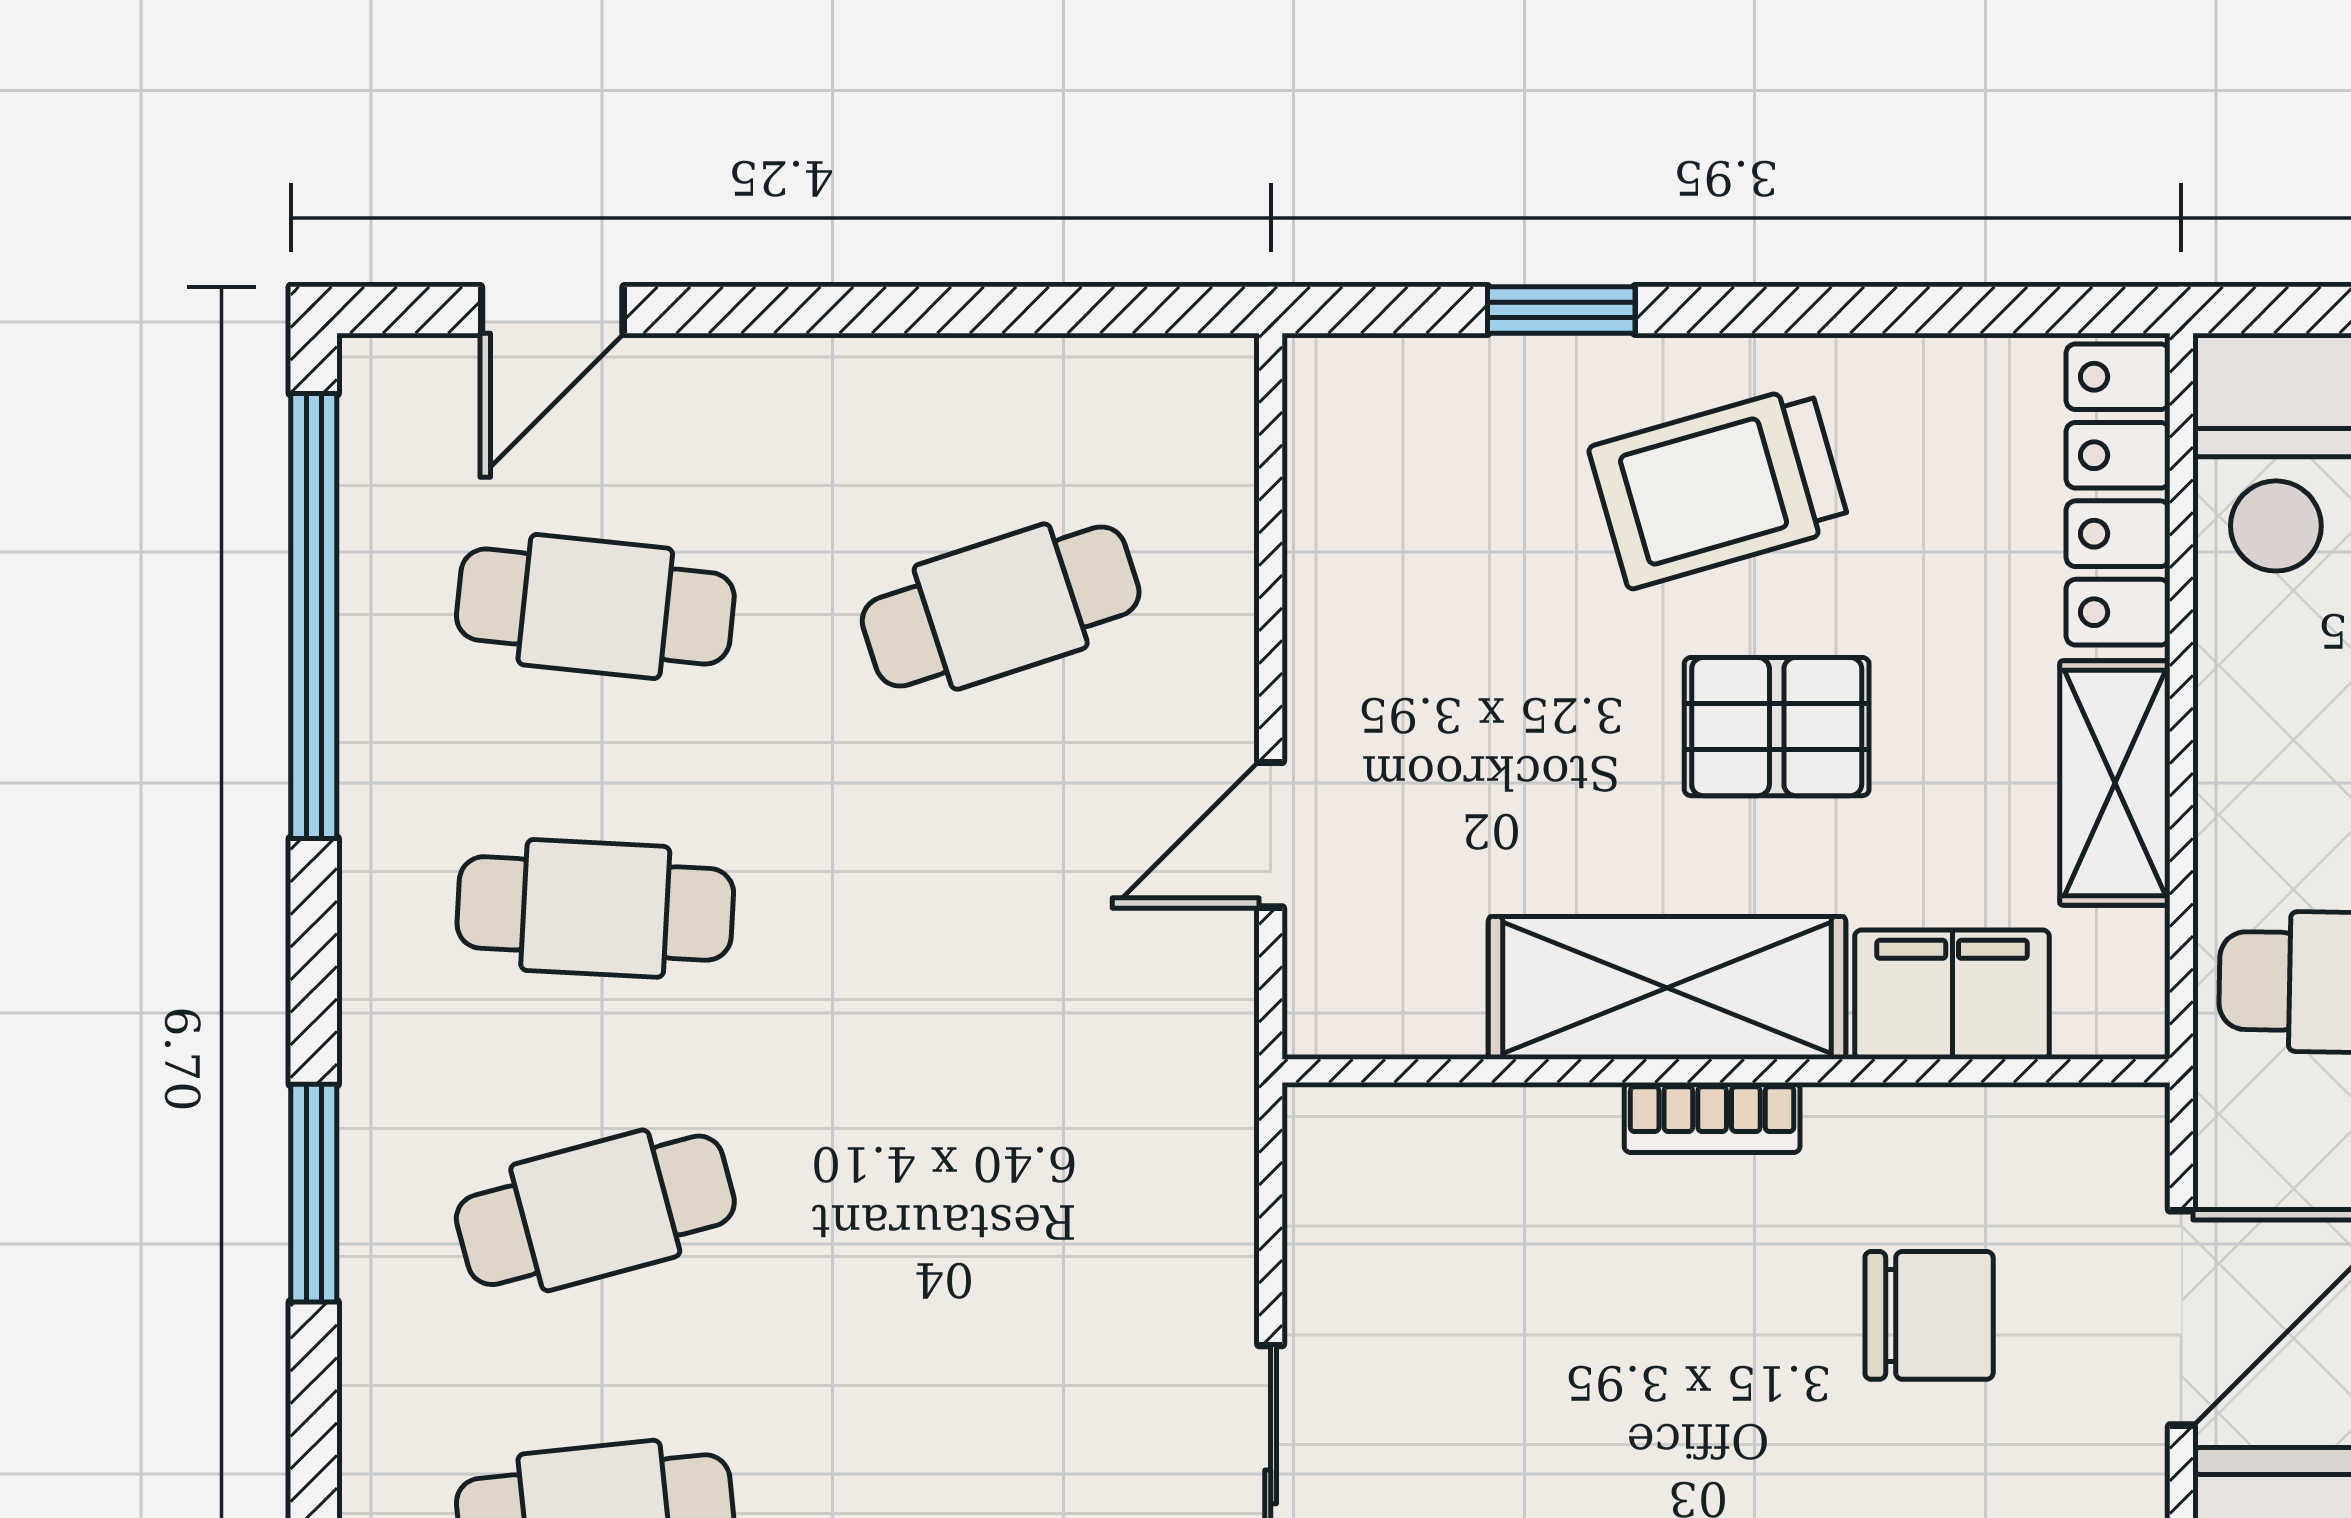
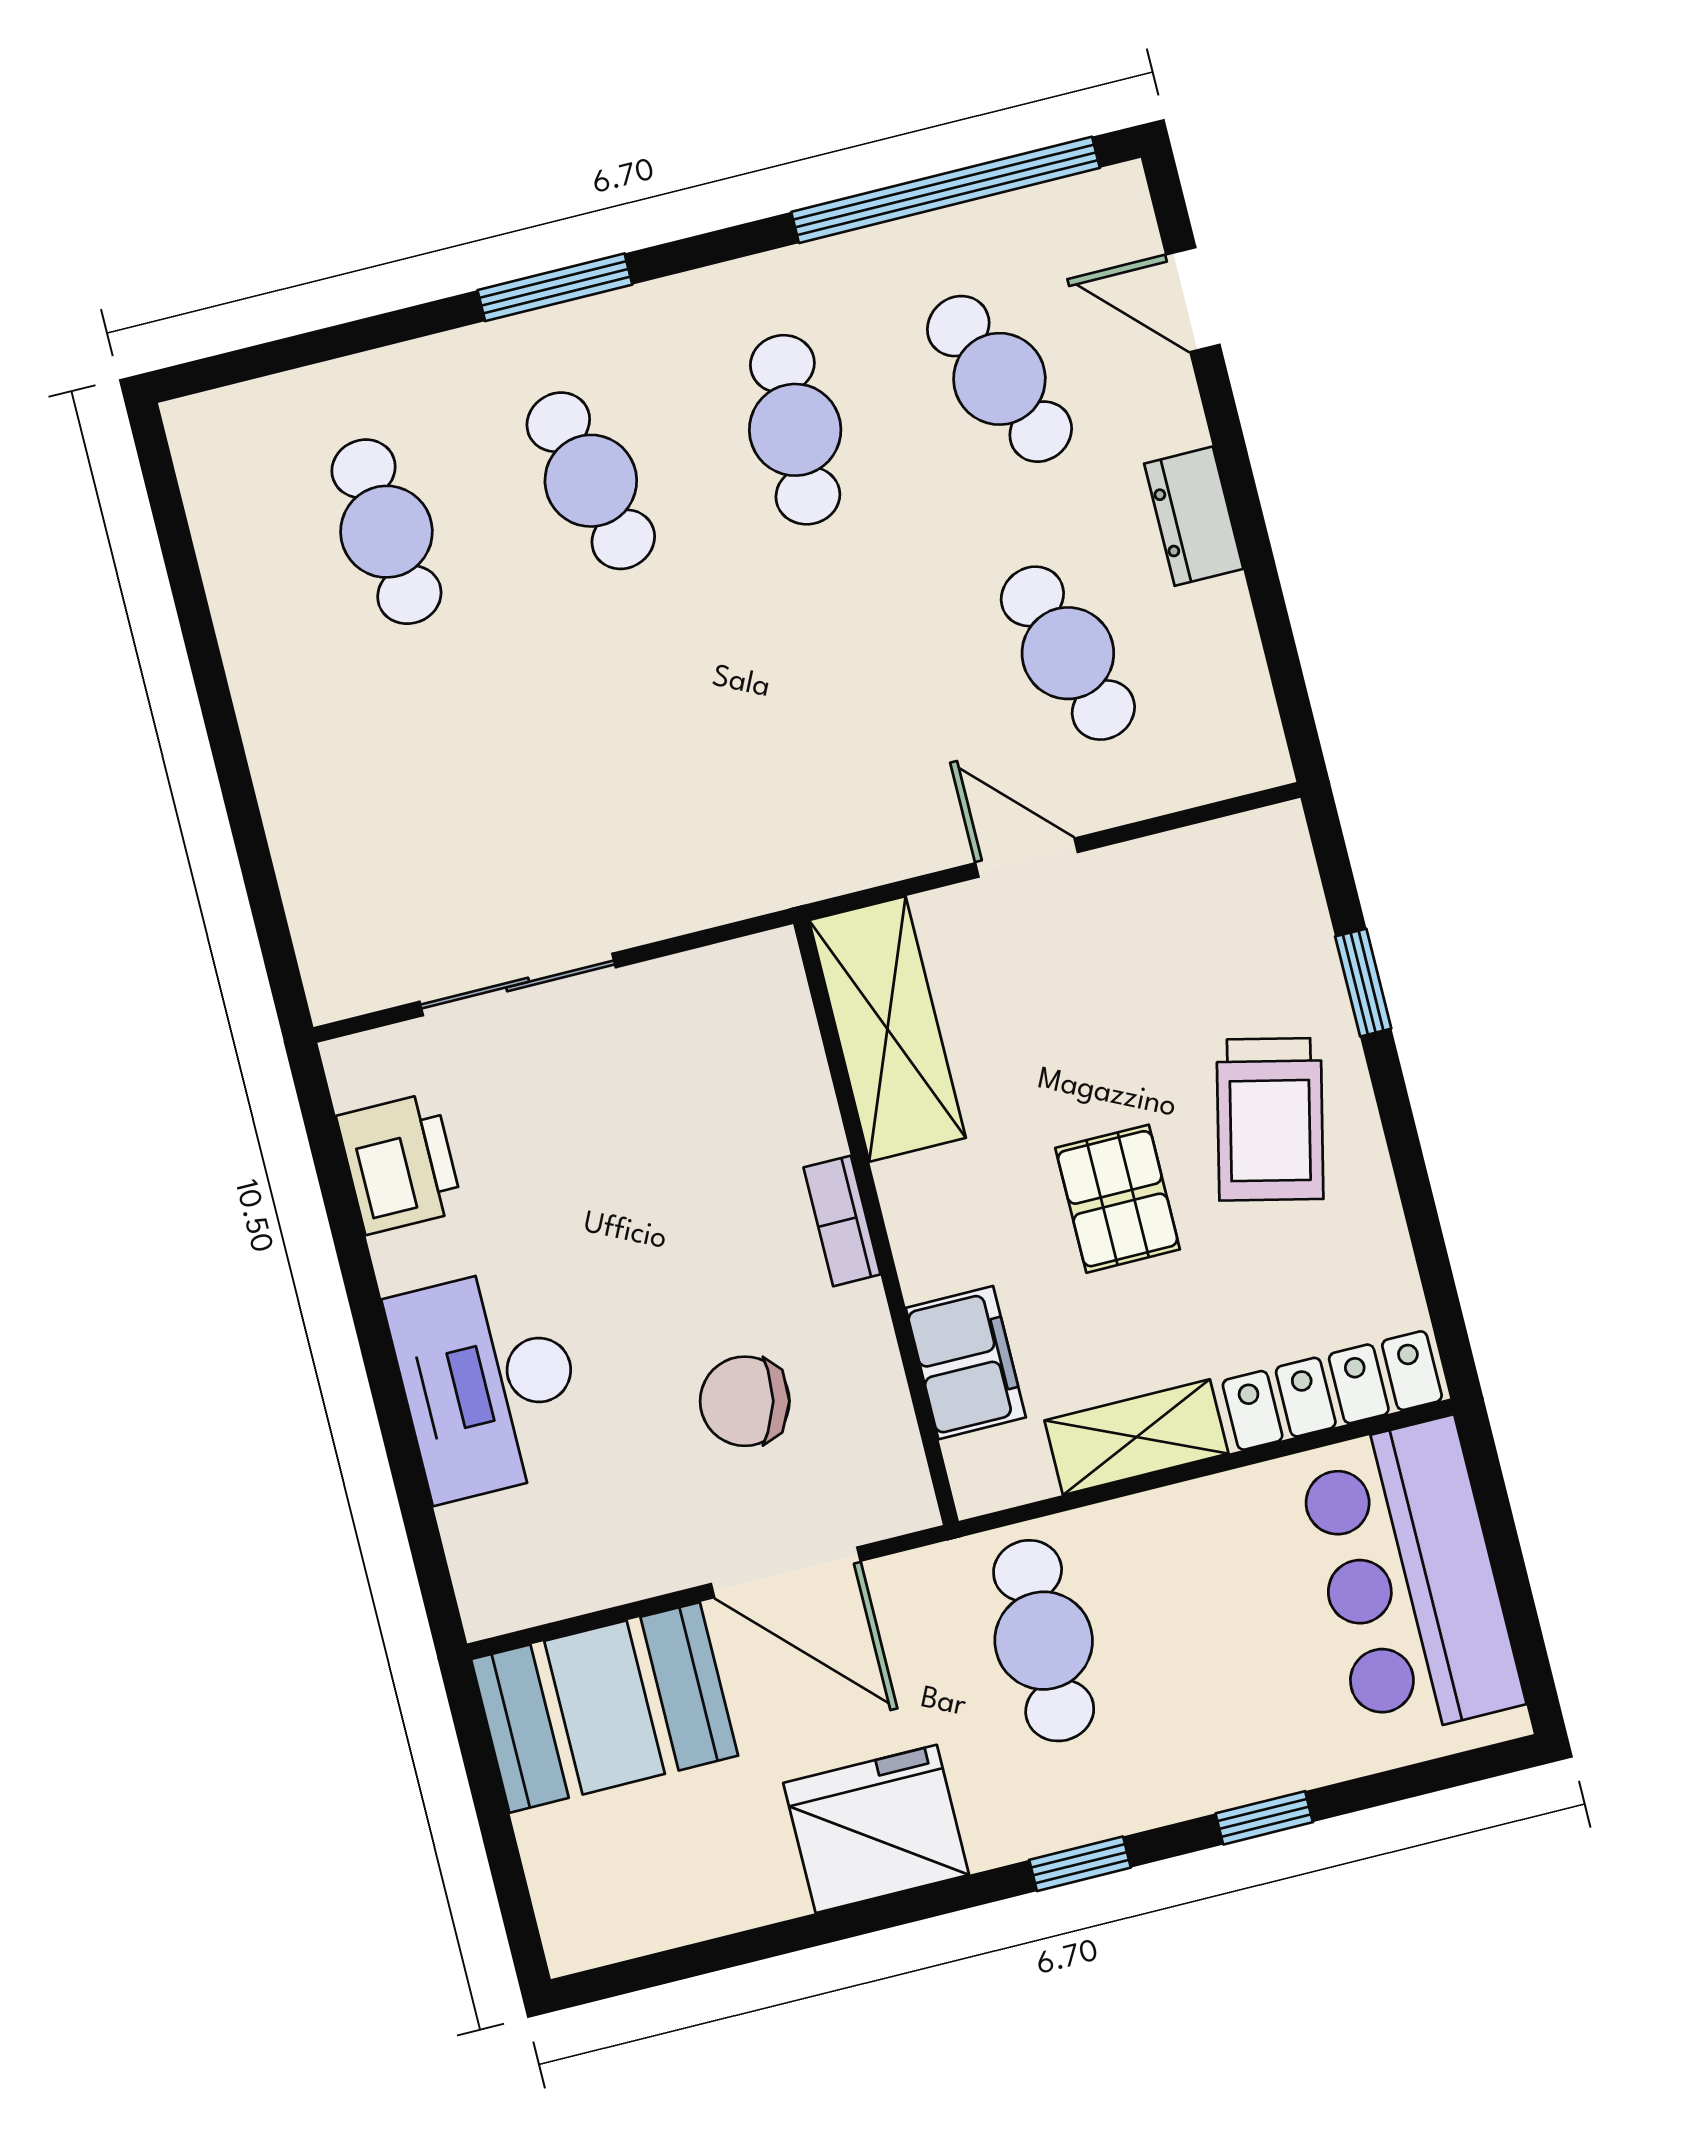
dresser: (854, 384) -> (1194, 516), added
trolley: (1719, 487) -> (1270, 1119), turned -151
cafe table: (595, 607) -> (999, 379), turned -30
door: (1271, 835) -> (1027, 858), moved
shelving: (1667, 988) -> (887, 1029), moved
chair: (1929, 1315) -> (745, 1401), turned 104

